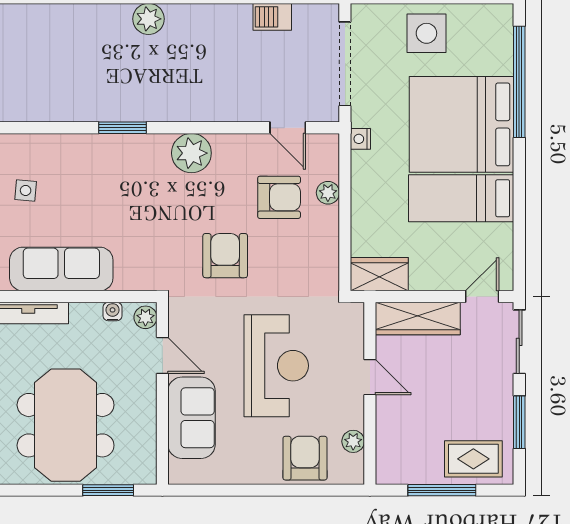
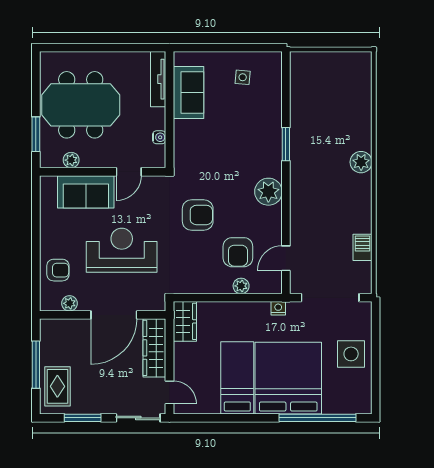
sofa: (61, 269) -> (188, 92), width x0.73
plant: (145, 317) -> (71, 160), moved
reception desk: (276, 366) -> (122, 250), turned 180
door: (370, 377) -> (114, 315), width x1.88
armchair: (305, 458) -> (58, 270), width x0.72, depth x0.72

